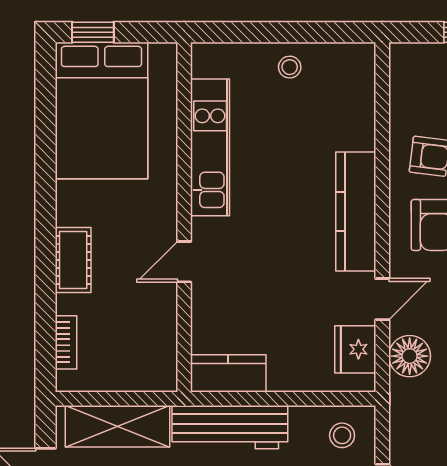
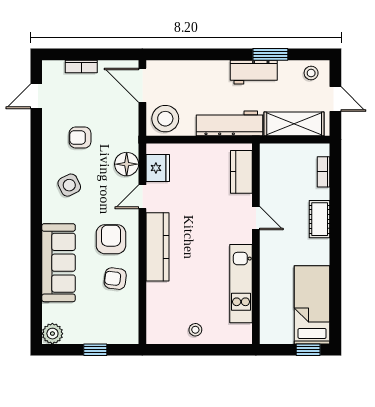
bed: (101, 110) -> (312, 305), width x0.67
door: (184, 262) -> (256, 218), hinge flipped
kitchen counter: (228, 373) -> (241, 172), moved, turned 90
stool: (342, 435) -> (165, 119), width x1.89, depth x1.89

